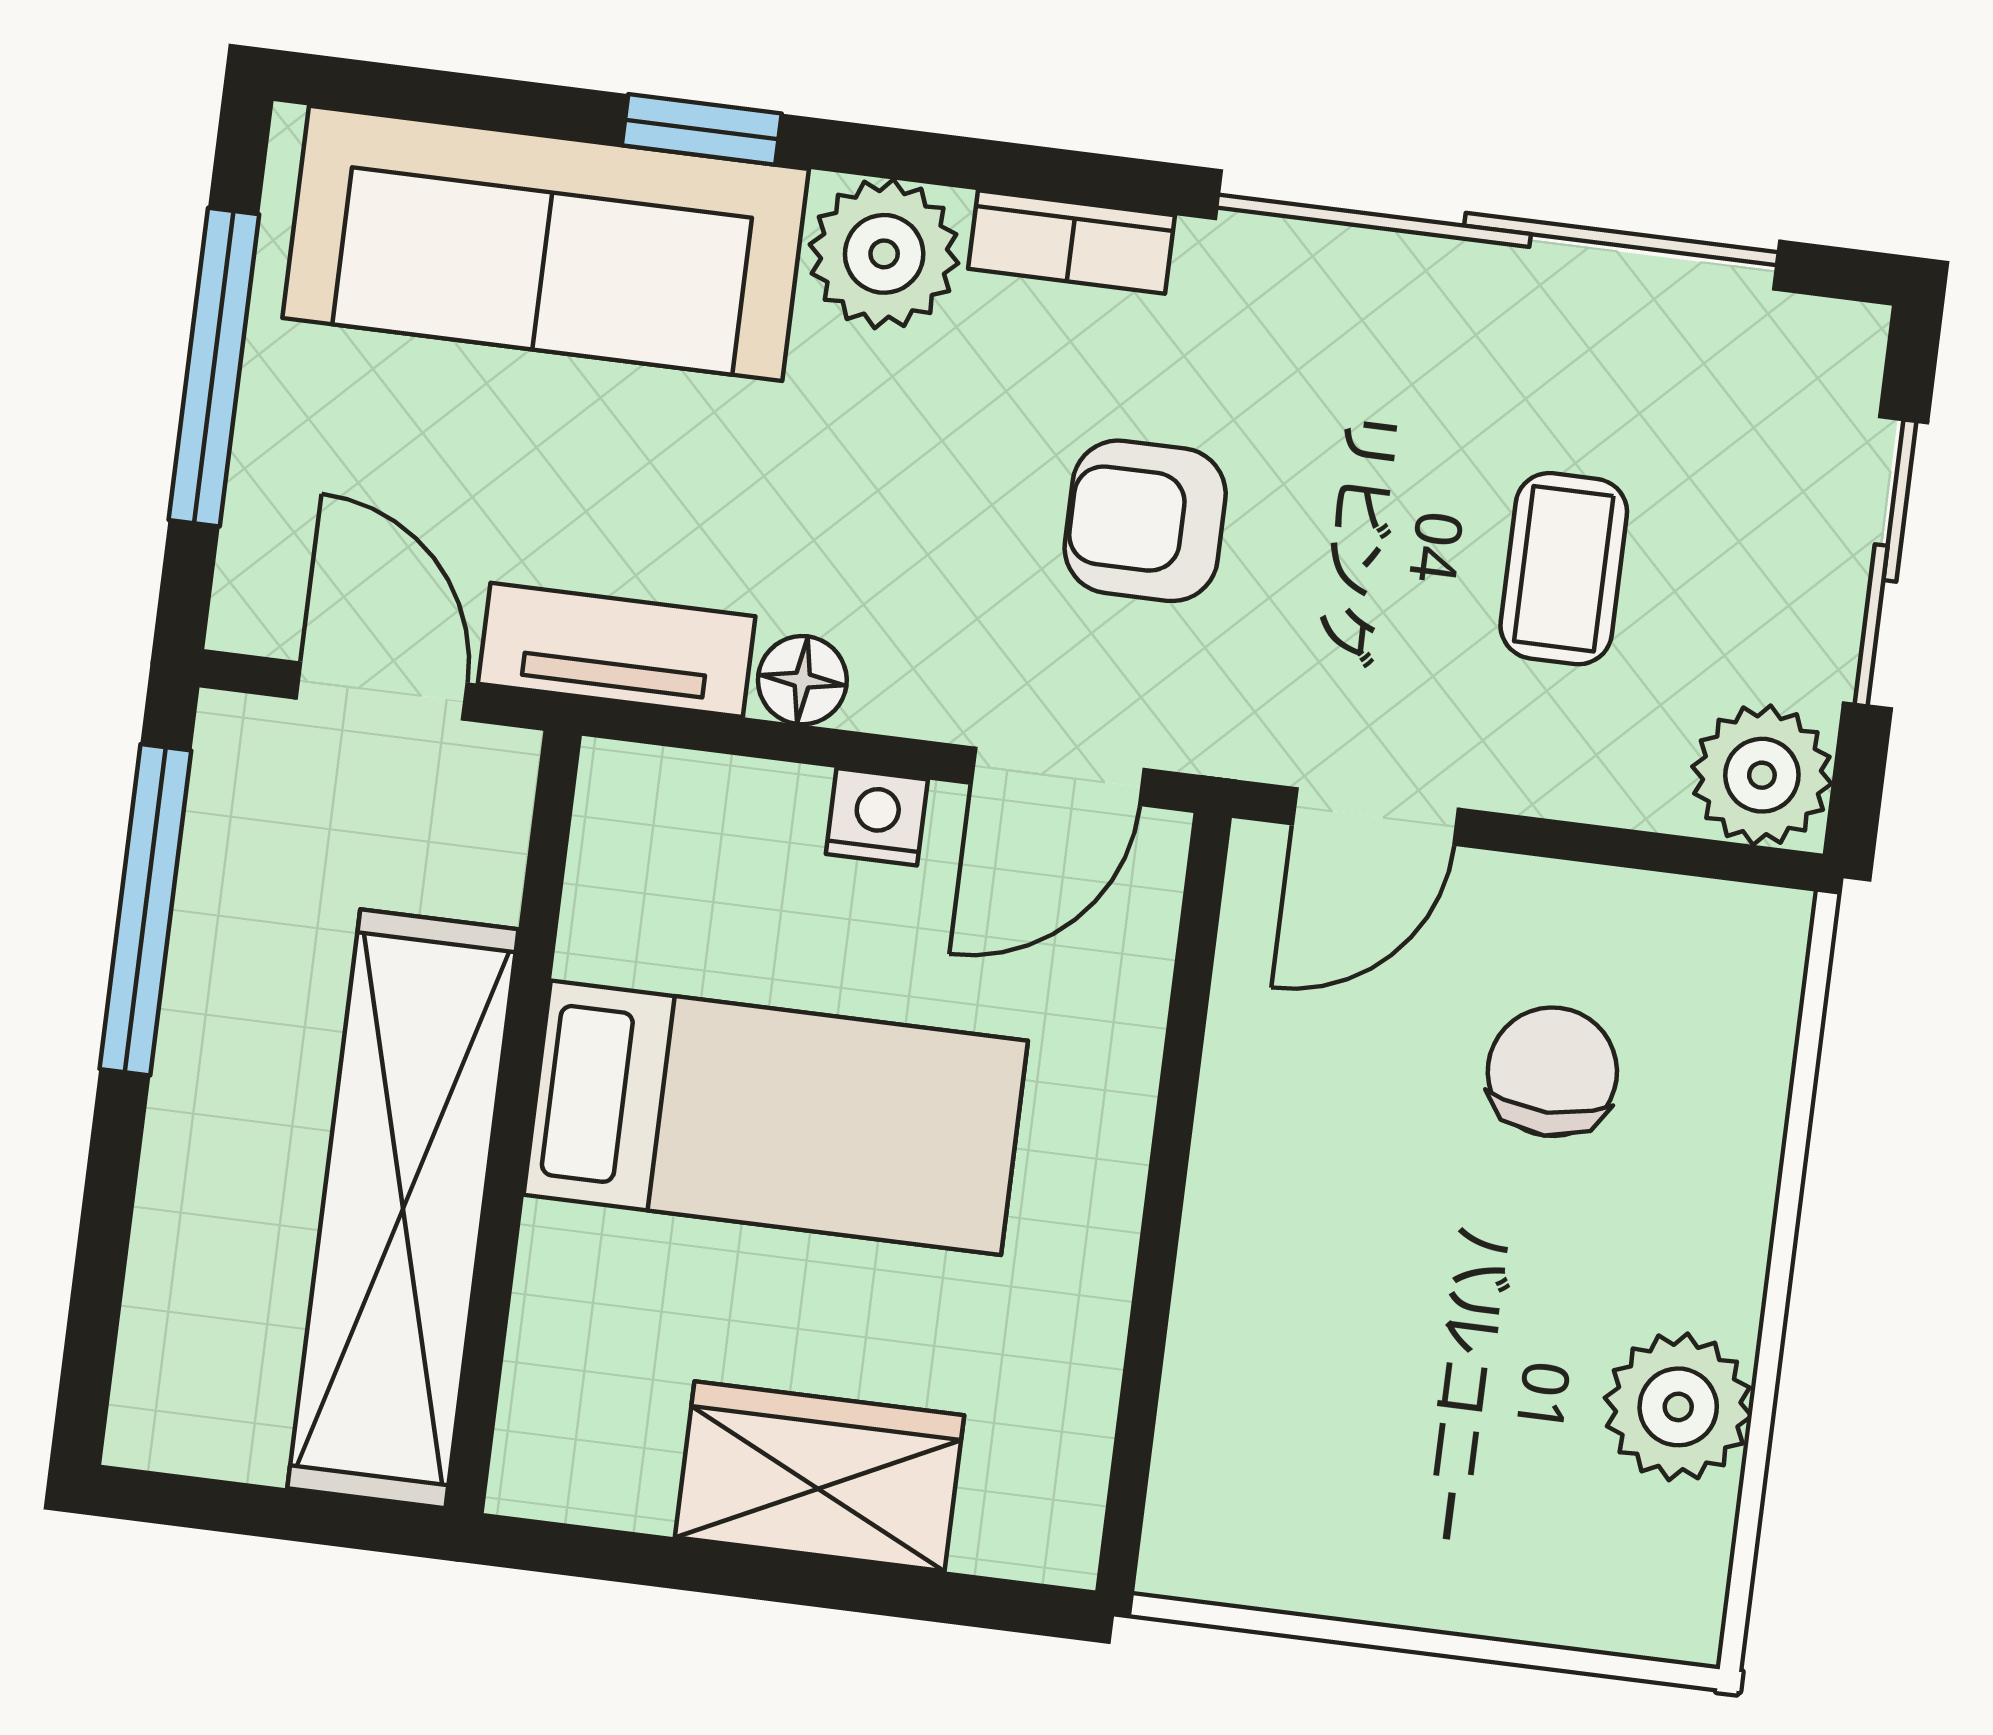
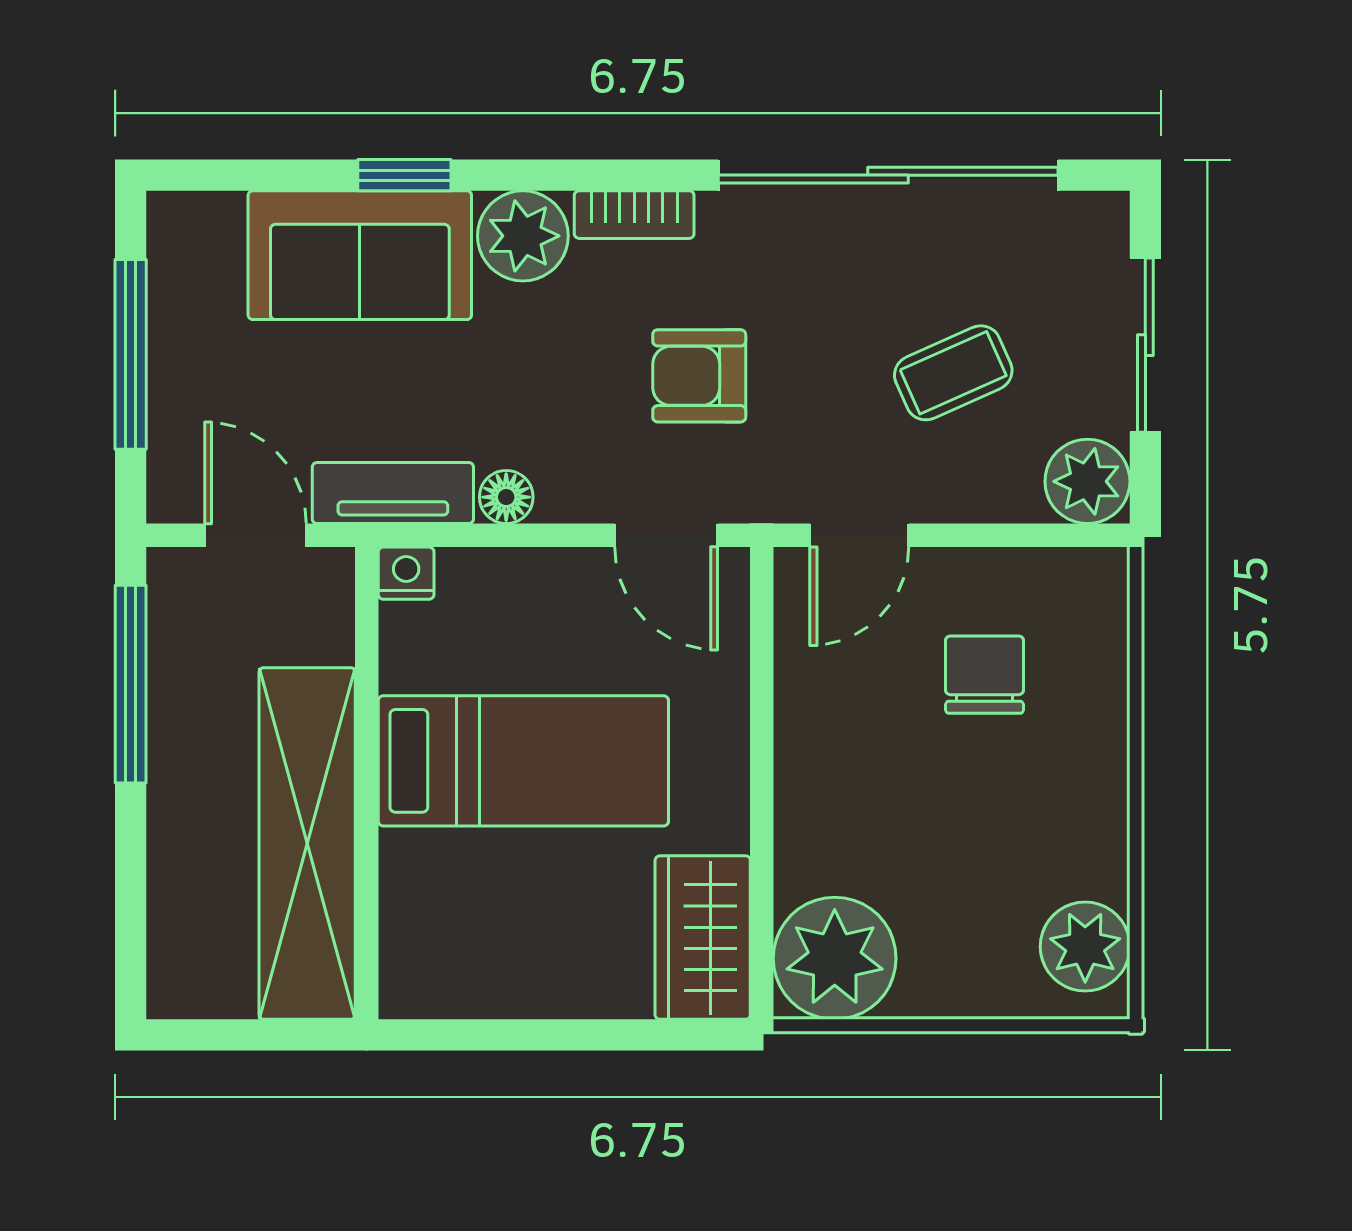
sofa: (546, 243) -> (360, 255), width x0.73
coffee table: (1564, 569) -> (953, 373), turned 66
door: (1058, 776) -> (666, 535), hinge flipped
nightstand: (877, 817) -> (406, 573), moved
plant: (1678, 1407) -> (1085, 947), moved
wardrobe: (819, 1476) -> (703, 938), moved, turned -90
plant: (1247, 1507) -> (835, 958), added

